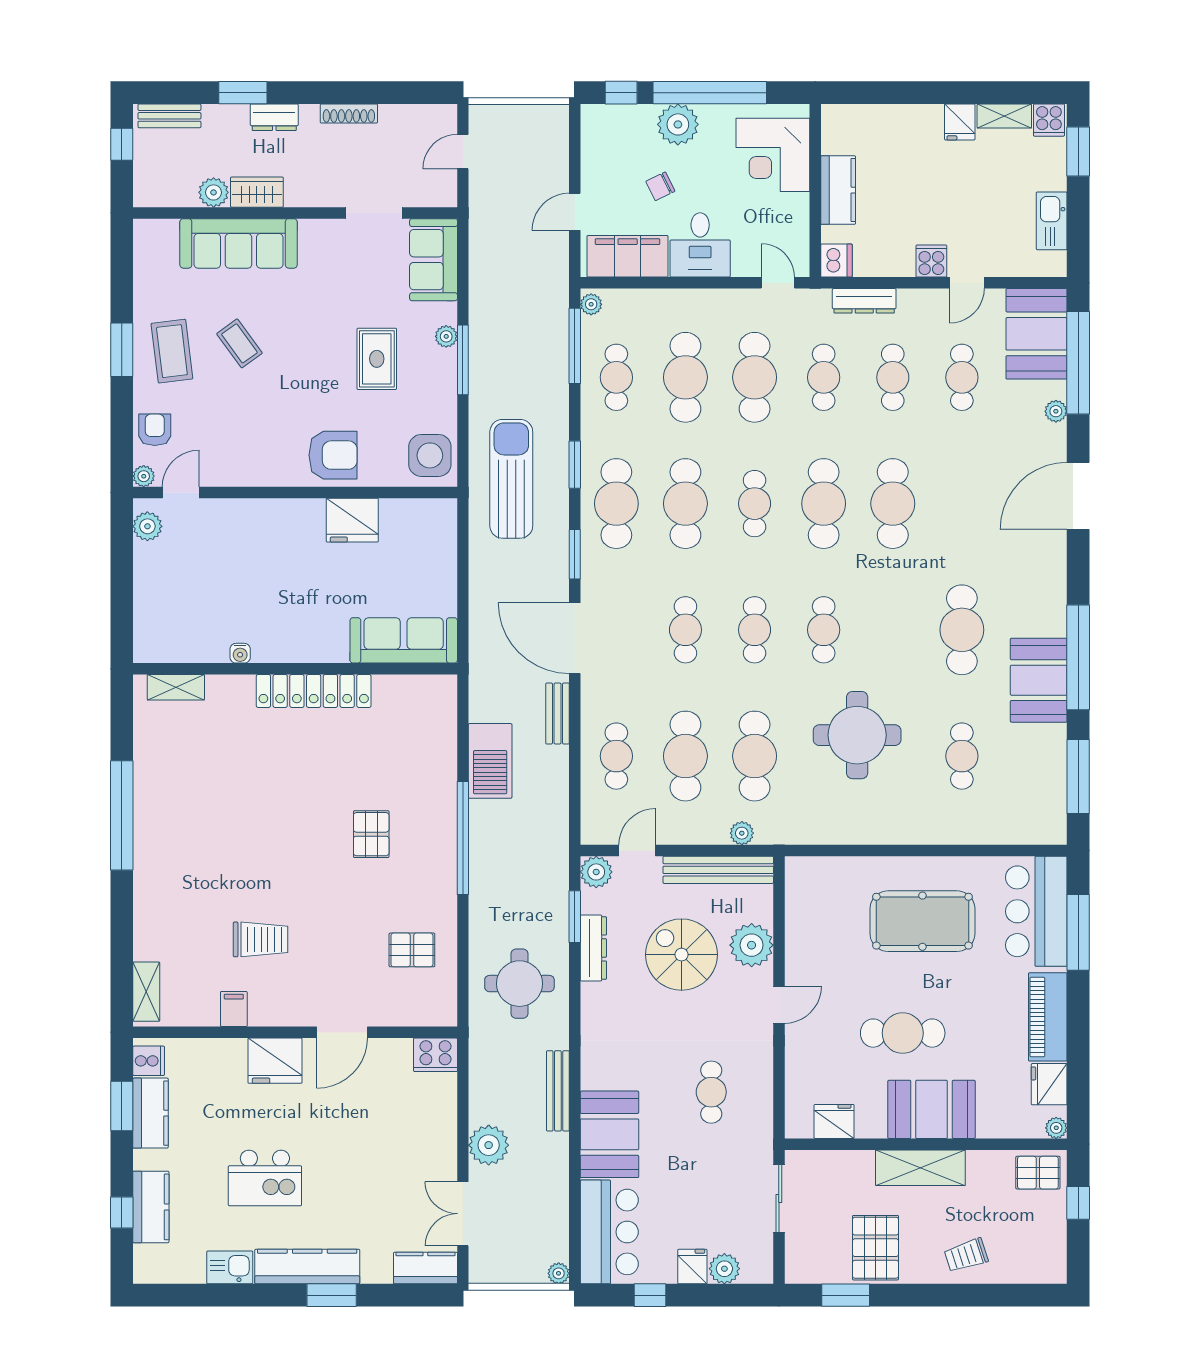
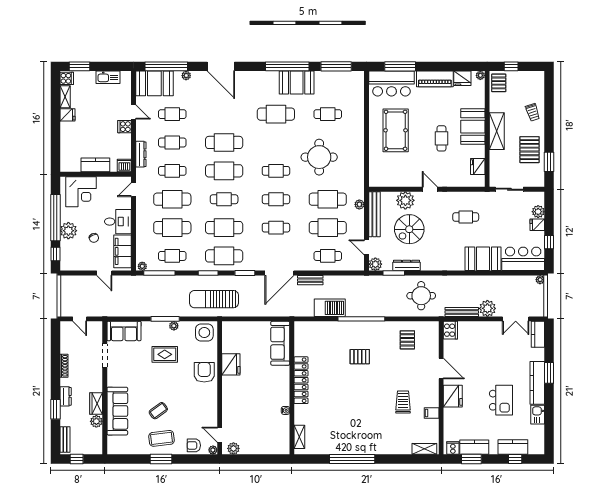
plant: (446, 336) -> (174, 326), moved
cafe table: (903, 1033) -> (441, 138), width x0.73, depth x0.74
bench: (558, 1091) -> (462, 312), moved
pallet: (875, 1248) -> (530, 150), turned 90

